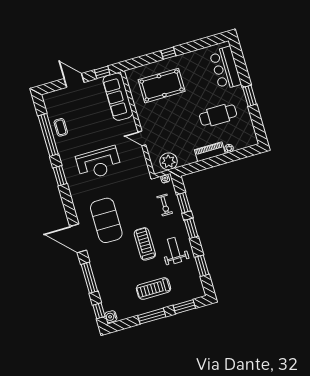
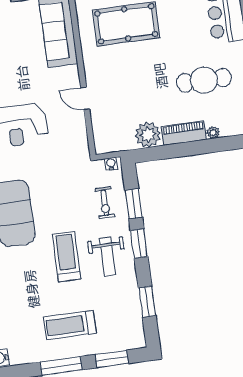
plant: (169, 161) -> (148, 135), moved
weight bench: (175, 250) -> (107, 257), moved, turned 180

